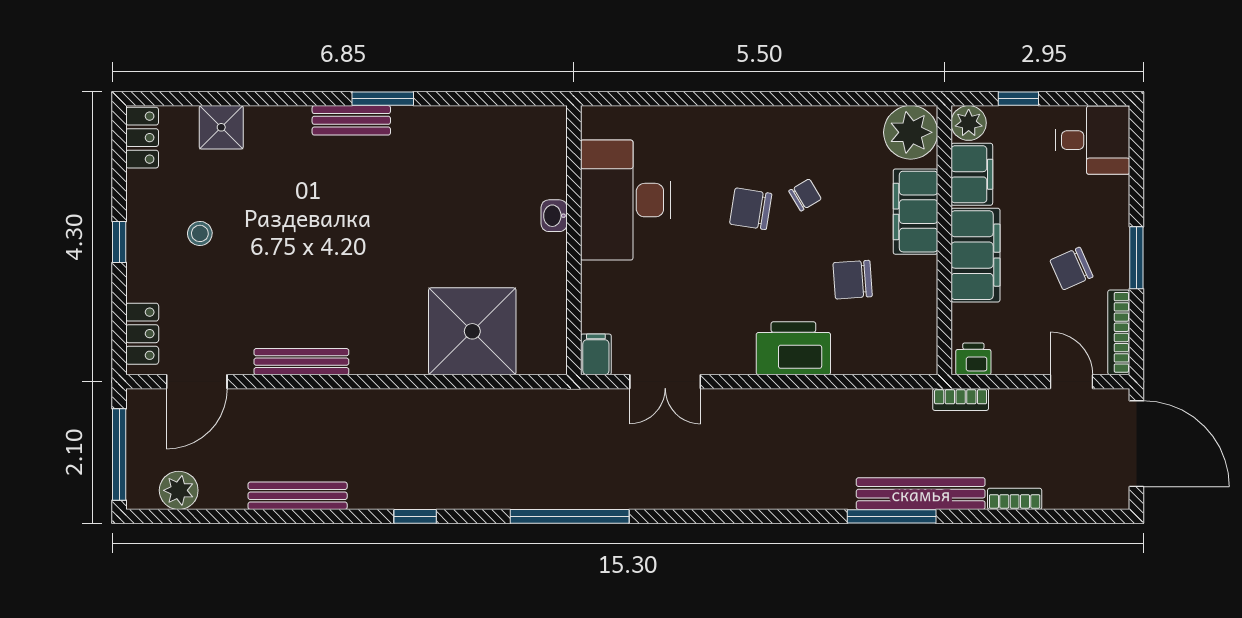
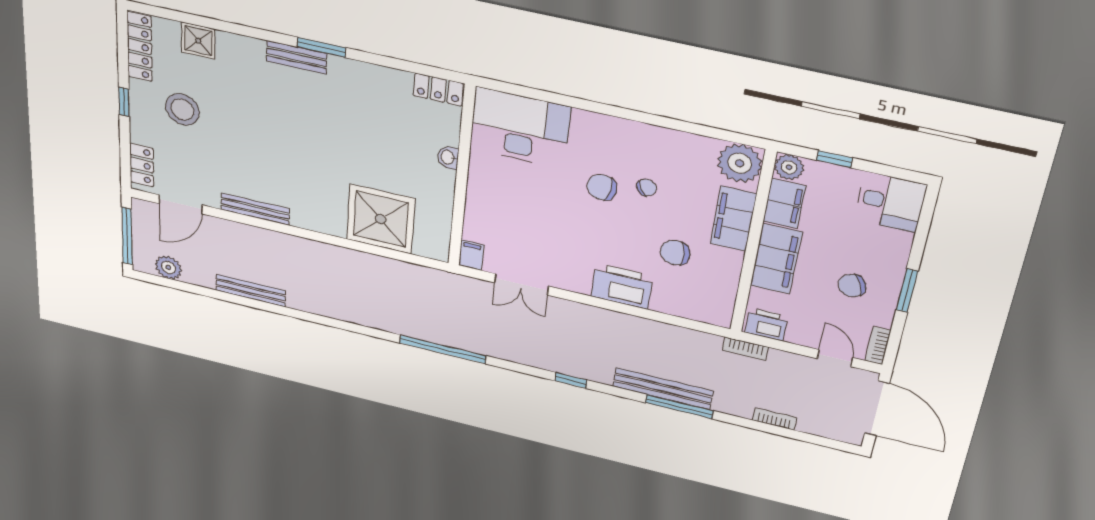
locker: (534, 122) -> (438, 89), added
locker: (142, 138) -> (140, 47), width x1.53
desk: (626, 200) -> (520, 128), moved, turned 90
stool: (200, 233) -> (182, 109), width x1.89, depth x1.89
bookcase: (1119, 332) -> (878, 346), width x0.64
printer: (973, 359) -> (766, 324), width x1.36, depth x1.24
bench: (921, 494) -> (663, 389), moved
window: (415, 516) -> (571, 380), moved

